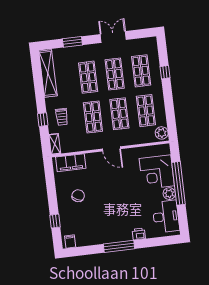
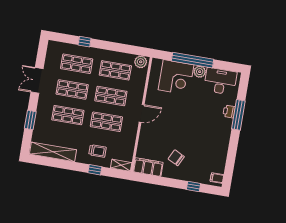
filing cabinet: (71, 163) -> (148, 167), moved, turned -90
window: (119, 246) -> (238, 115), moved

